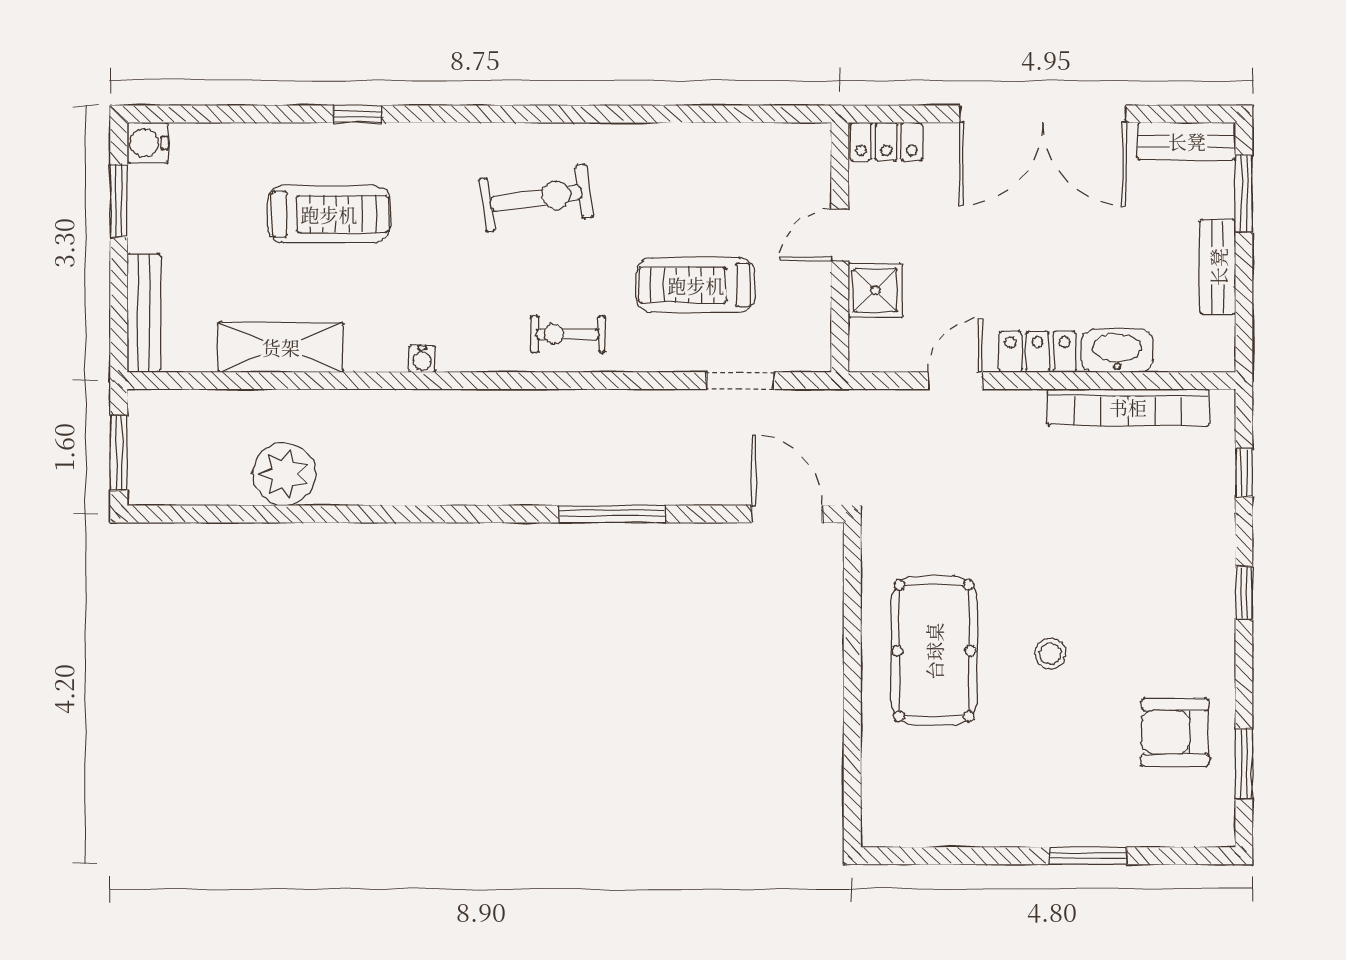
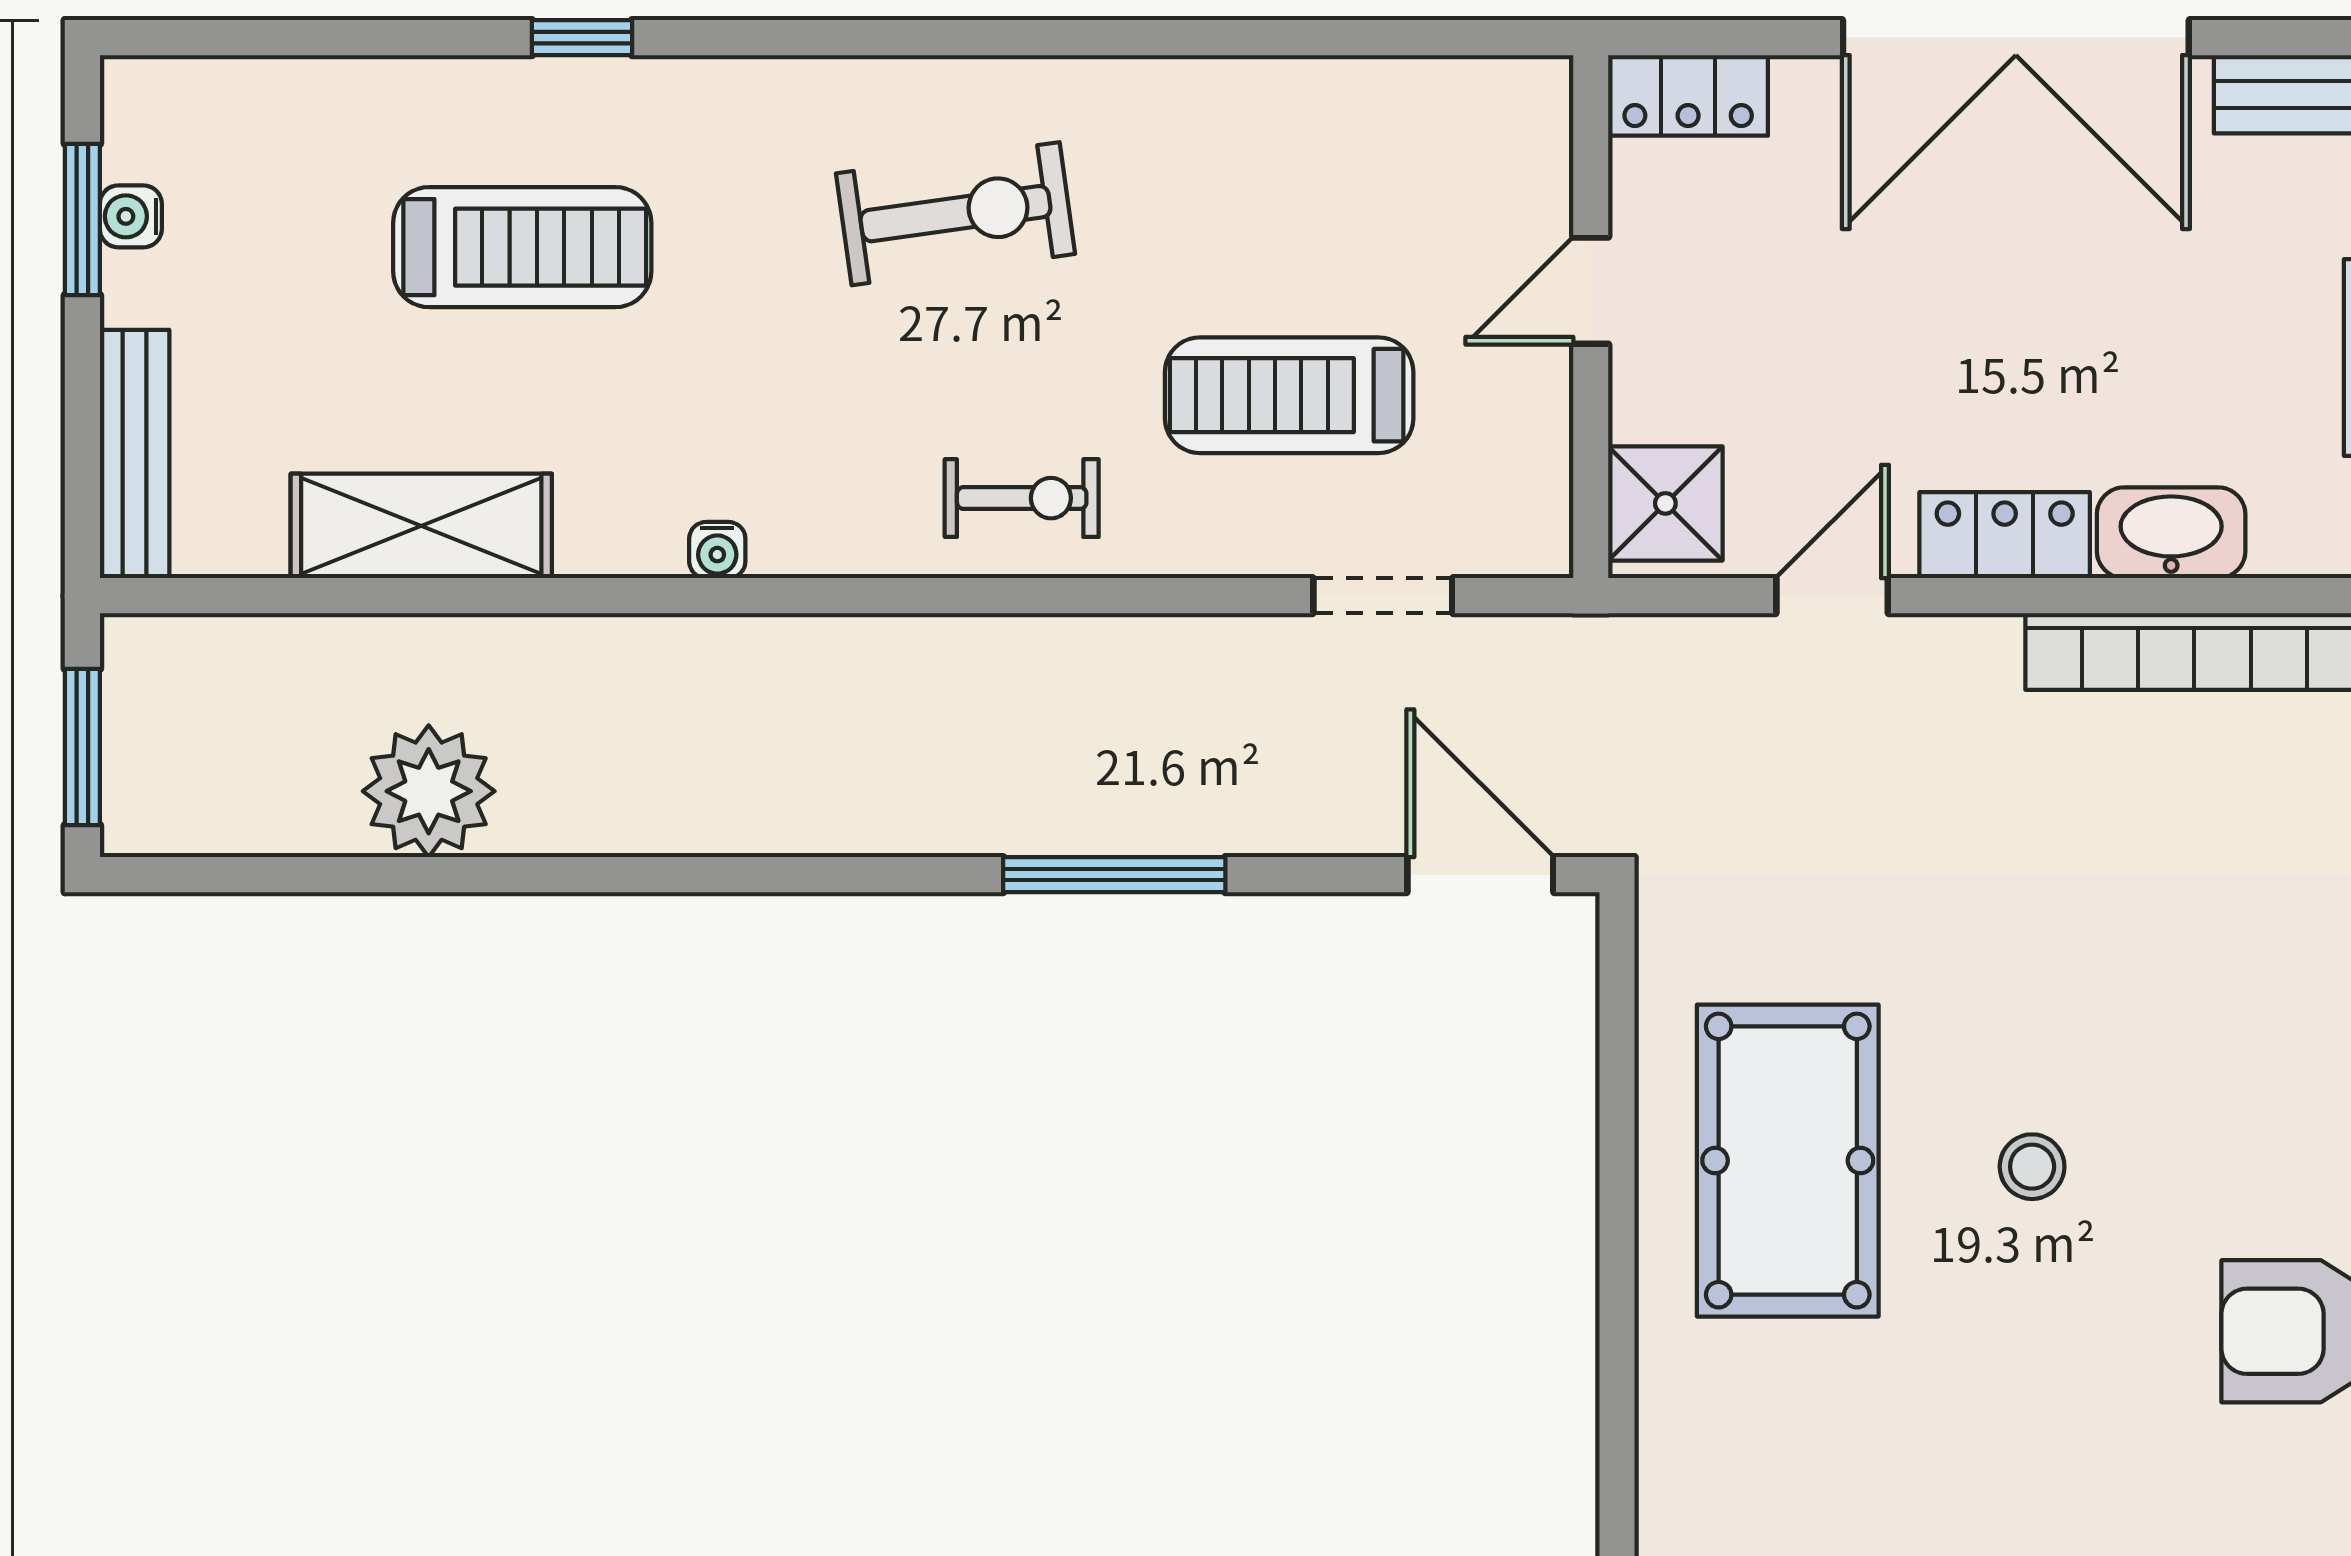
water cooler: (148, 143) -> (131, 216), moved, width x0.72, depth x0.72
shower: (875, 290) -> (1665, 503), moved
exercise bike: (568, 334) -> (1022, 498), turned 180

